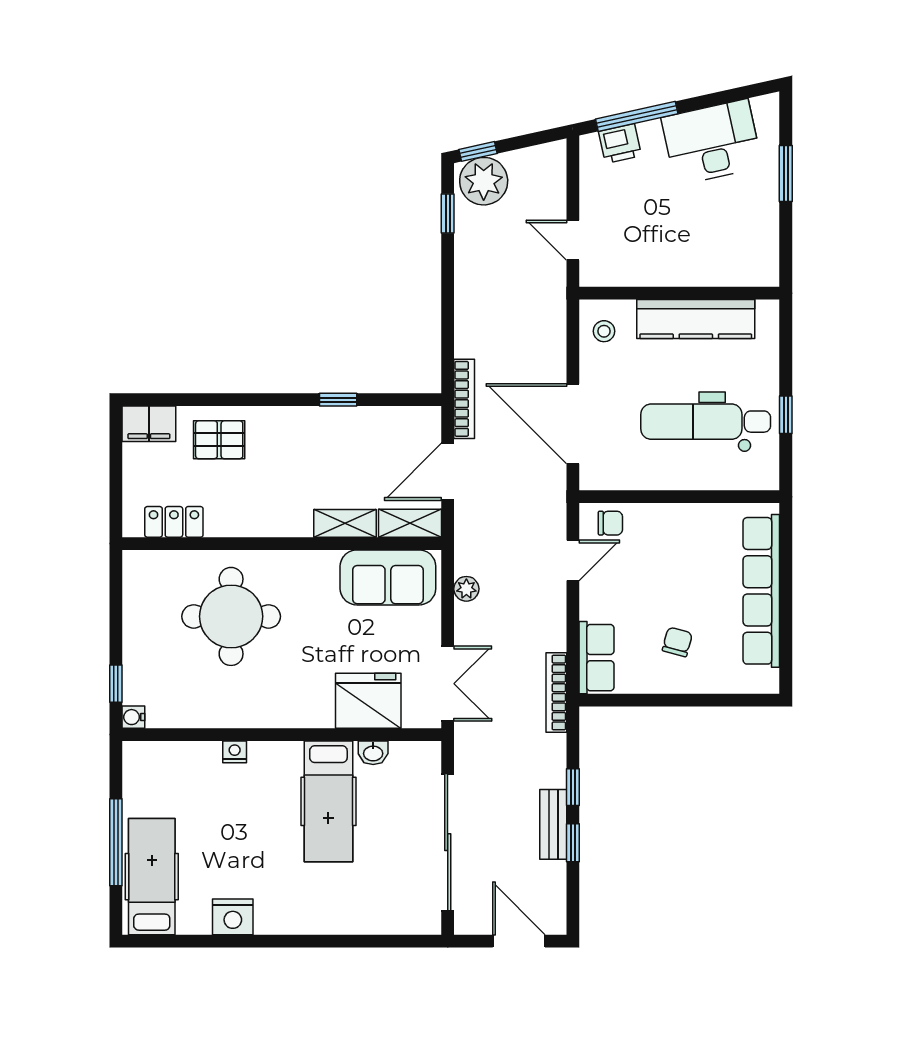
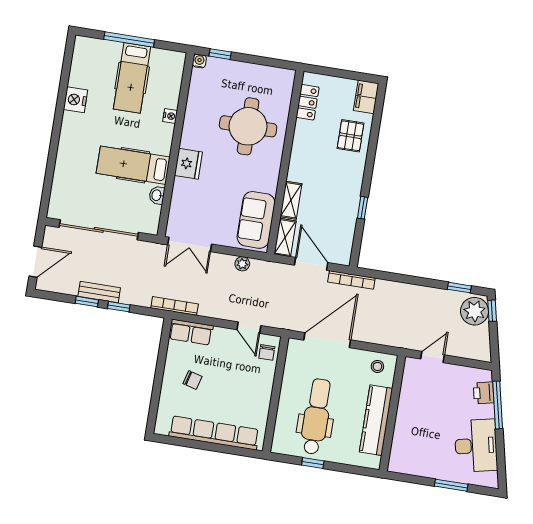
fridge: (368, 701) -> (188, 164), moved, width x0.73, depth x0.75
hospital bed: (152, 877) -> (132, 78), moved, turned 90

